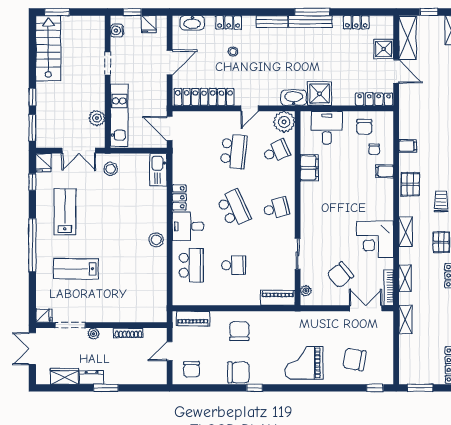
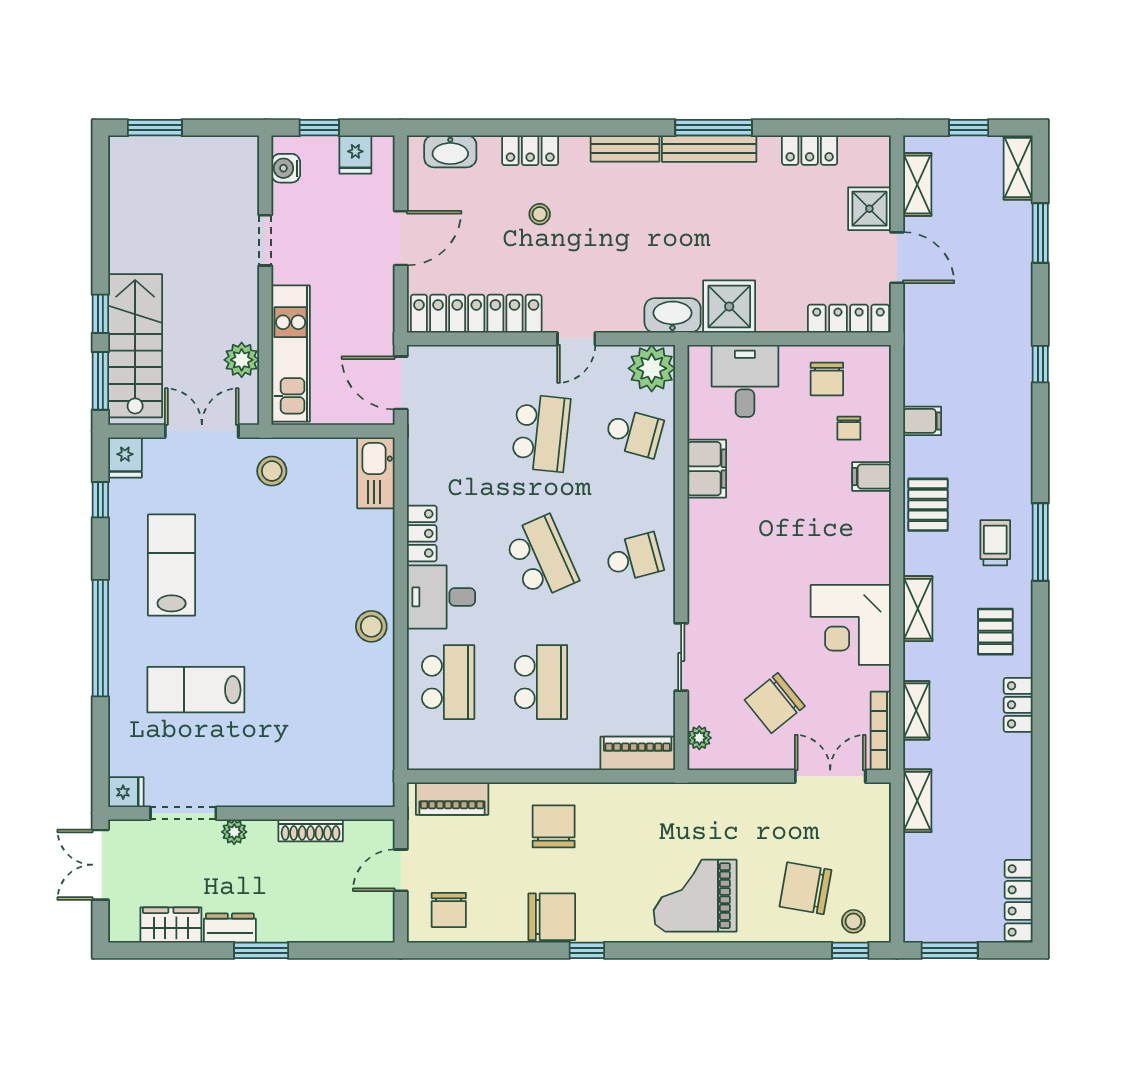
shelving: (408, 38) -> (917, 184), width x0.67, depth x0.75
stairs: (48, 48) -> (135, 346), moved
double door: (79, 151) -> (202, 431), swing flipped
school desk: (276, 151) -> (634, 433), turned 39
school desk: (234, 265) -> (541, 682), width x1.85
stool: (376, 375) -> (853, 921), added

